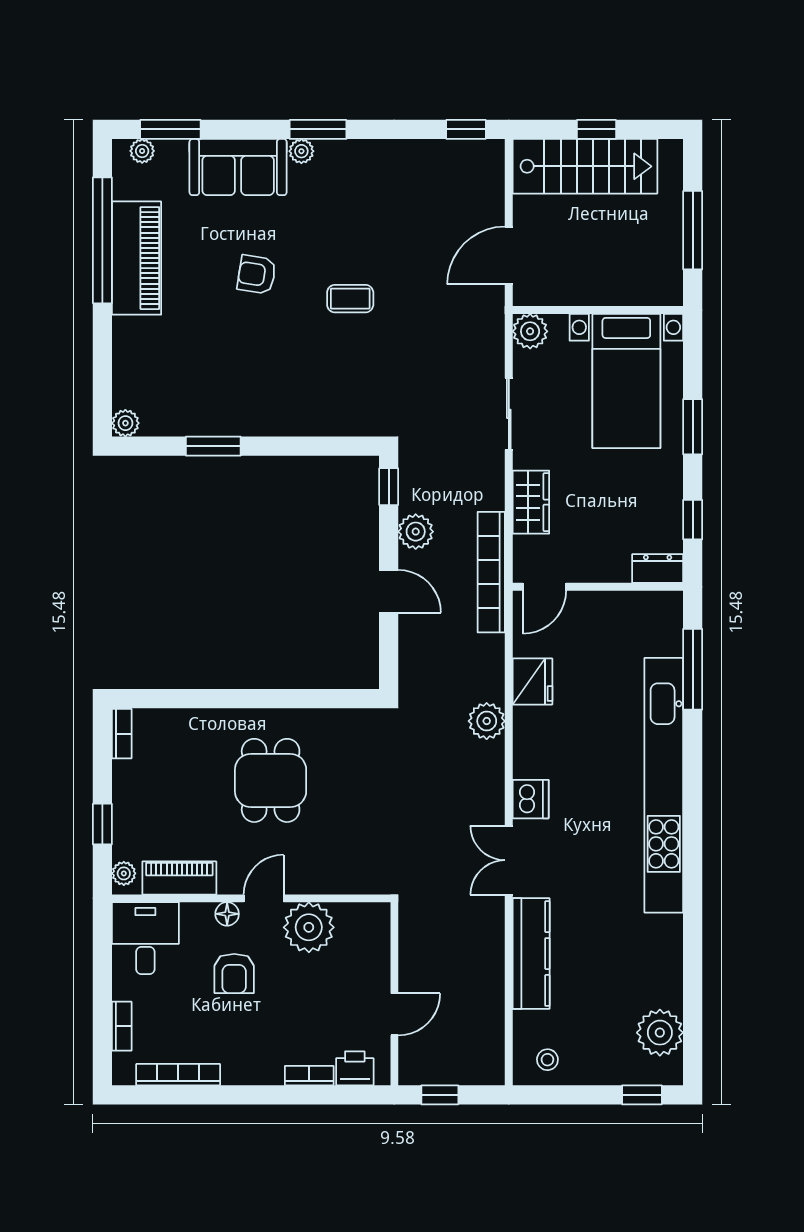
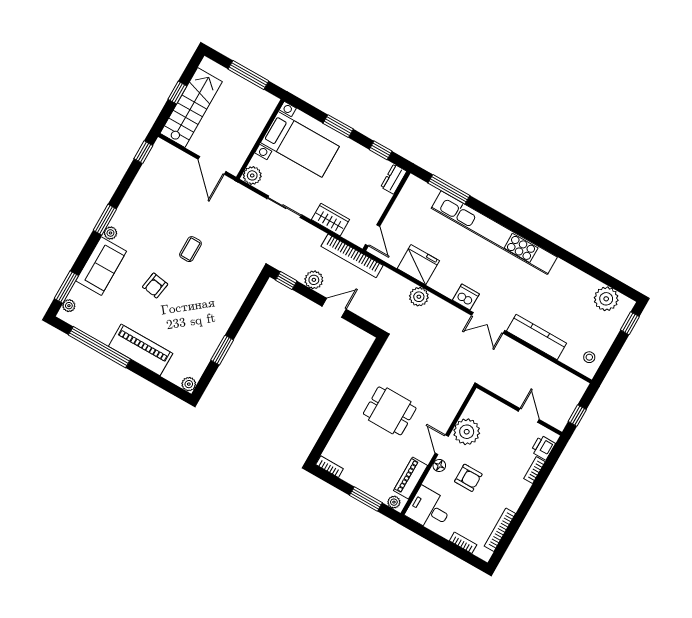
piano: (137, 258) -> (141, 350), moved
fridge: (532, 682) -> (418, 265), width x1.36, depth x1.34
window: (102, 824) -> (366, 499), width x1.50

